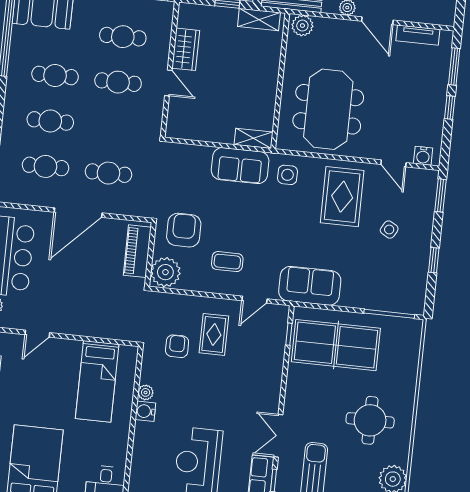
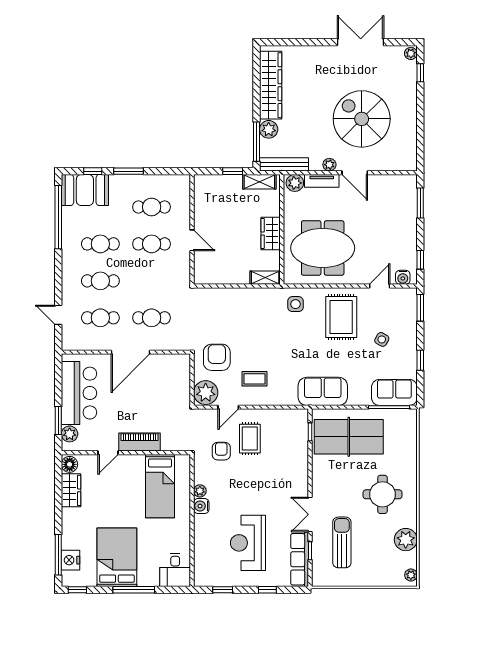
tv unit: (418, 35) -> (322, 181), moved
wardrobe: (186, 49) -> (271, 233), moved, turned 180
window: (450, 108) -> (420, 260), moved
meeting table: (328, 109) -> (323, 248), turned 90
door: (393, 163) -> (380, 286), swing flipped
sofa: (240, 166) -> (394, 392), moved, turned 180
piano: (137, 251) -> (139, 442), moved, turned 90
door: (254, 300) -> (228, 407), moved

